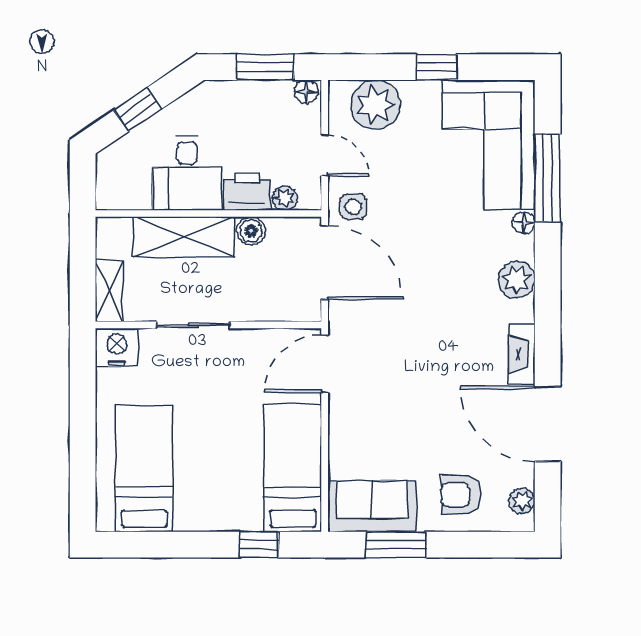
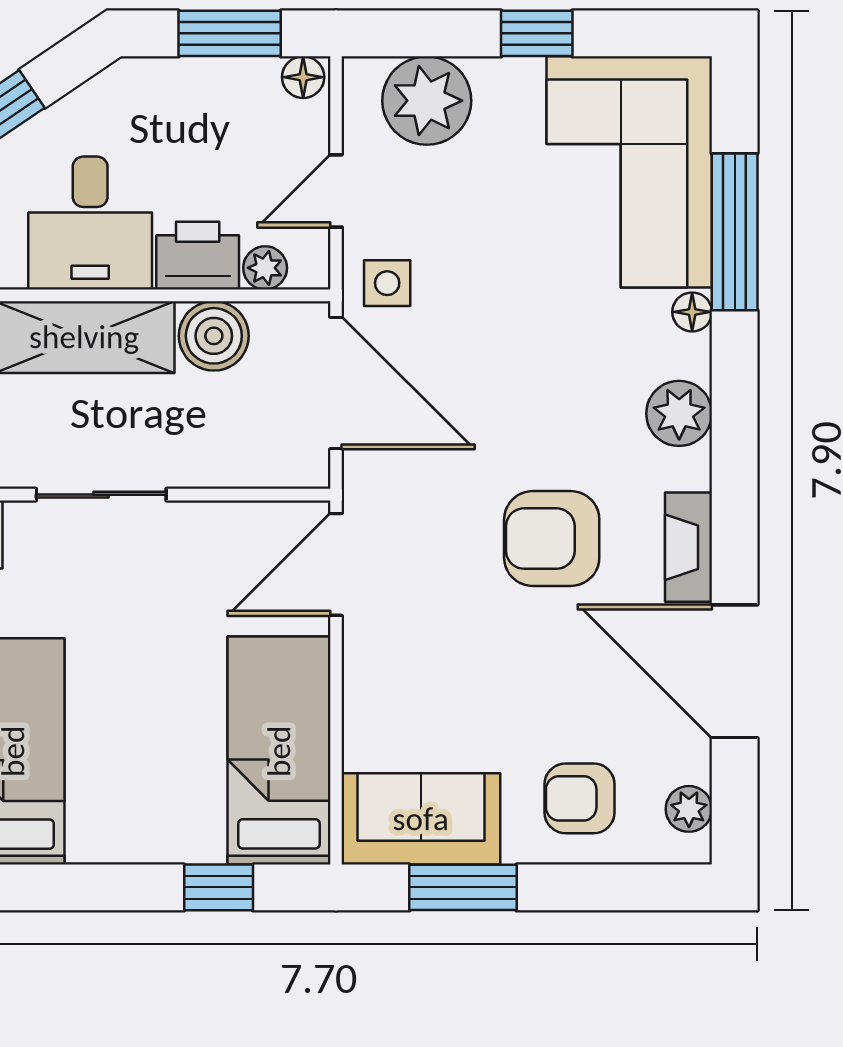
door: (325, 155) -> (336, 191), swing flipped
boiler: (251, 231) -> (214, 336), width x1.36, depth x1.36
armchair: (445, 349) -> (552, 539), added

